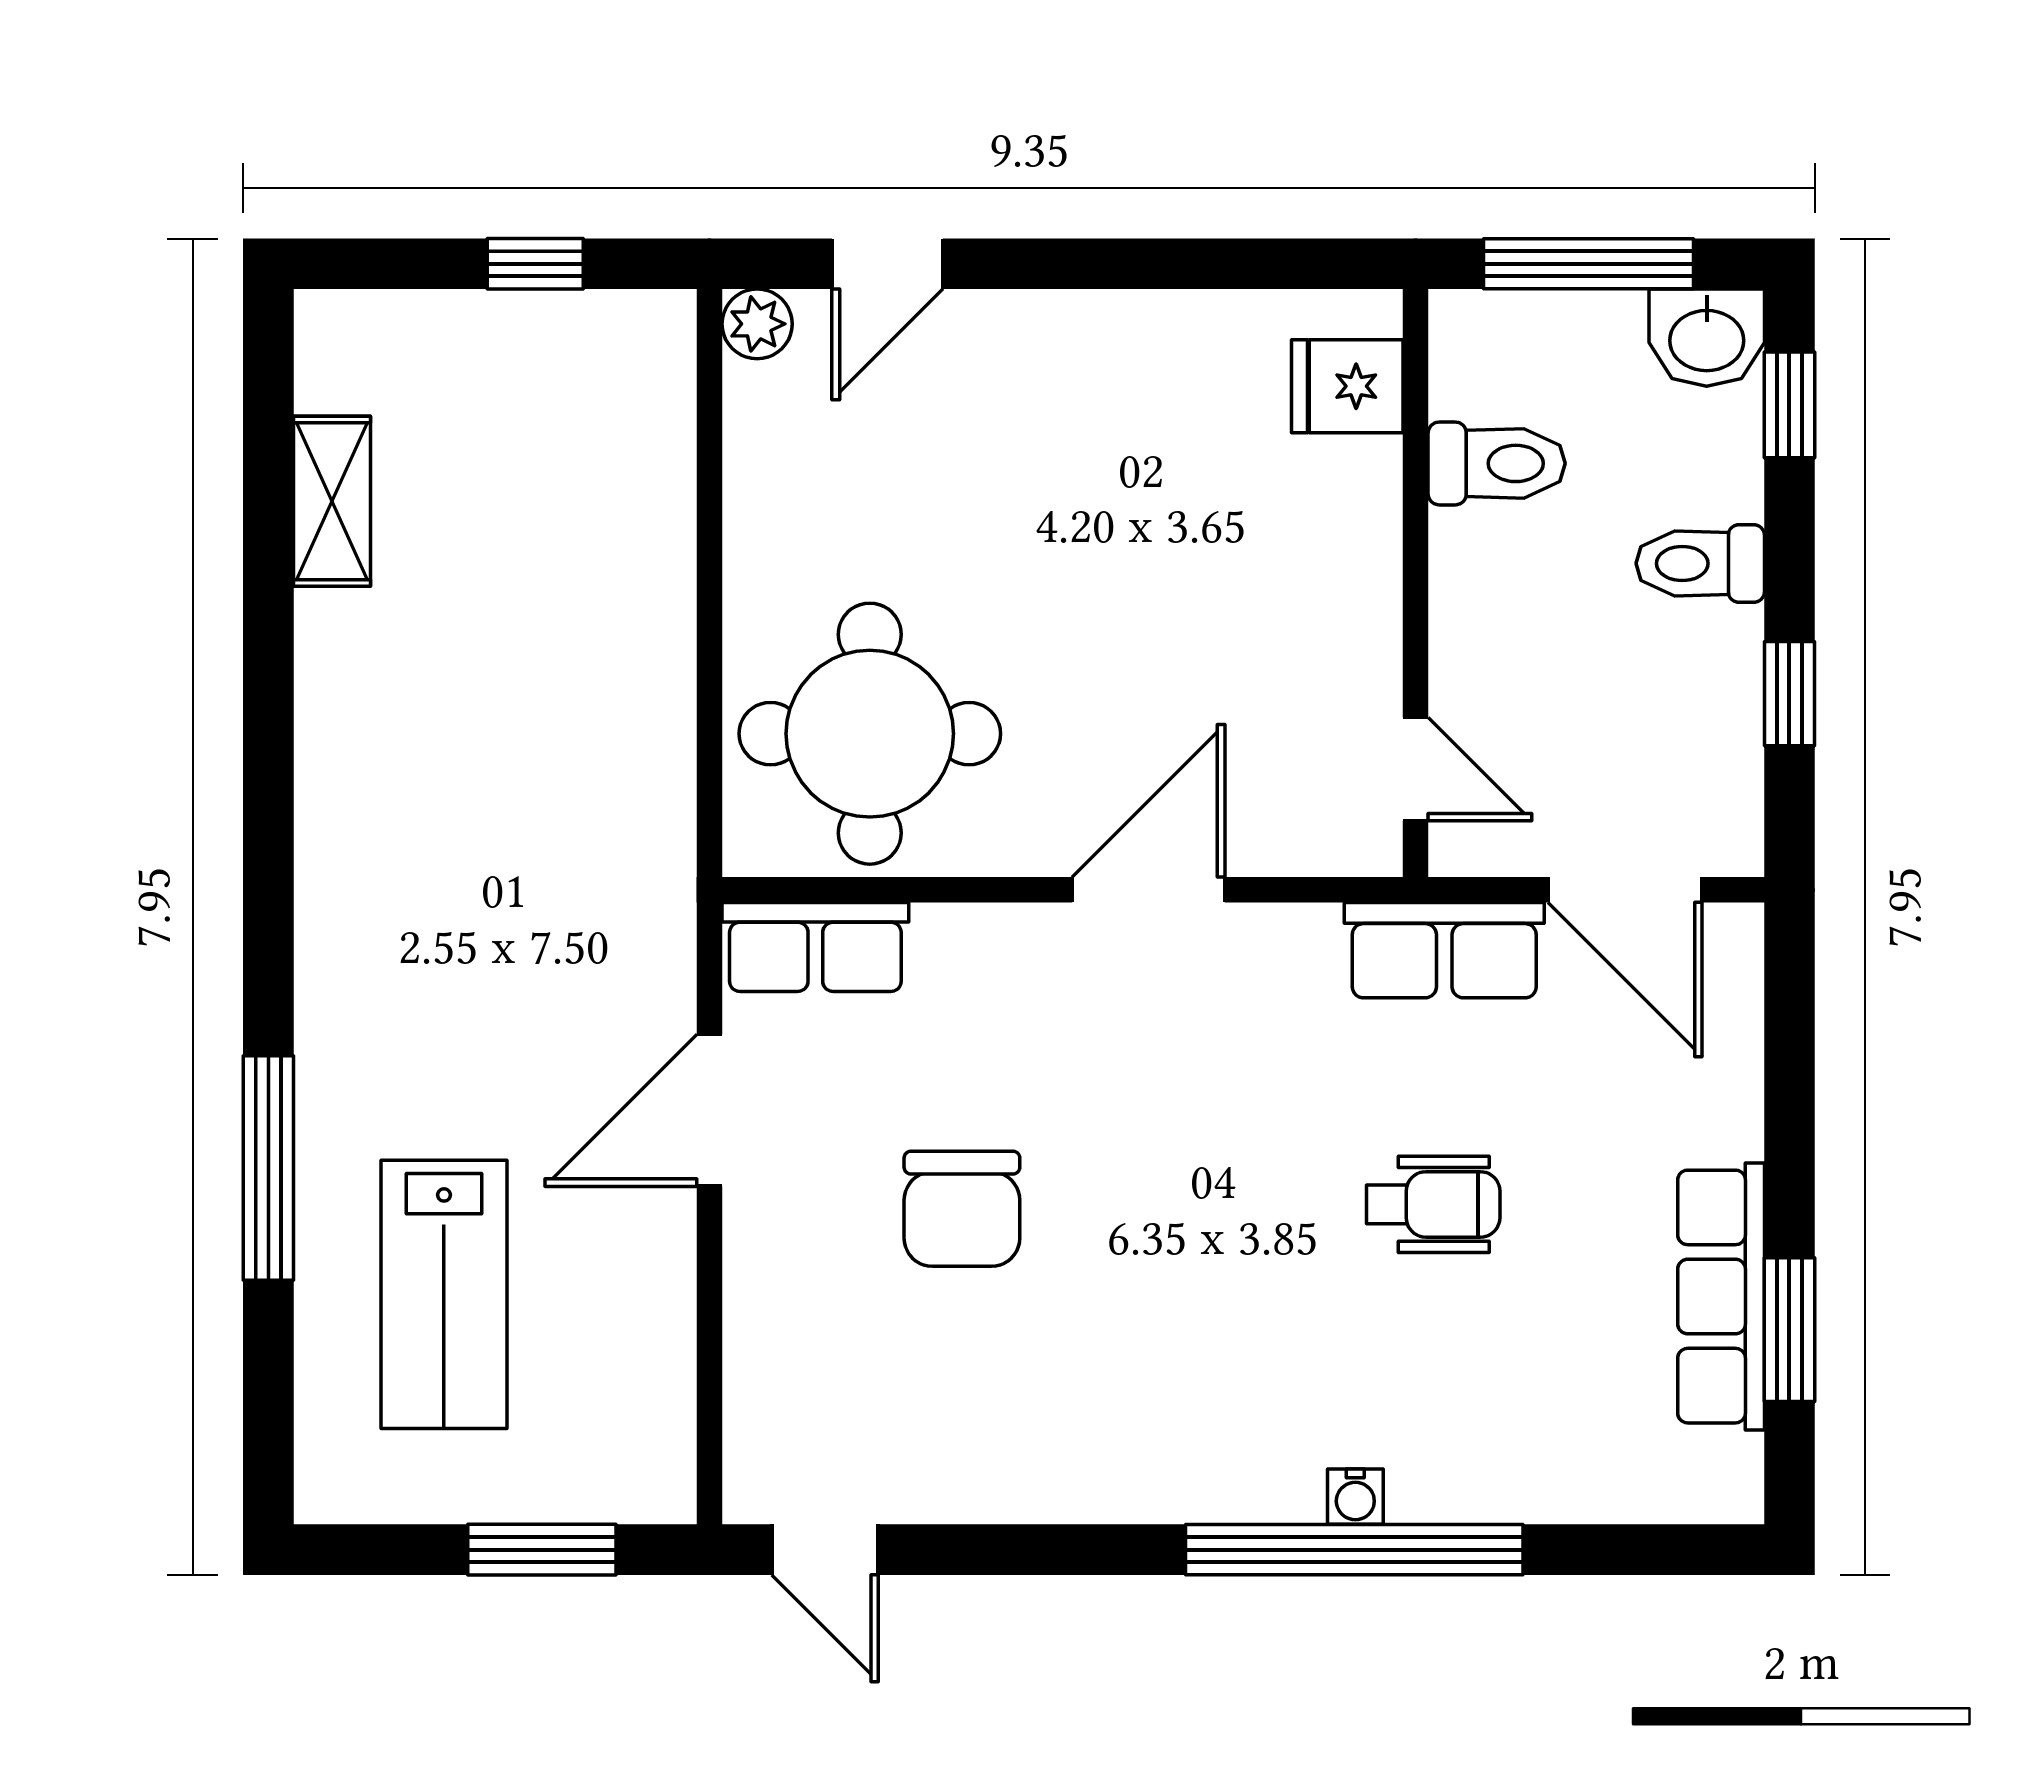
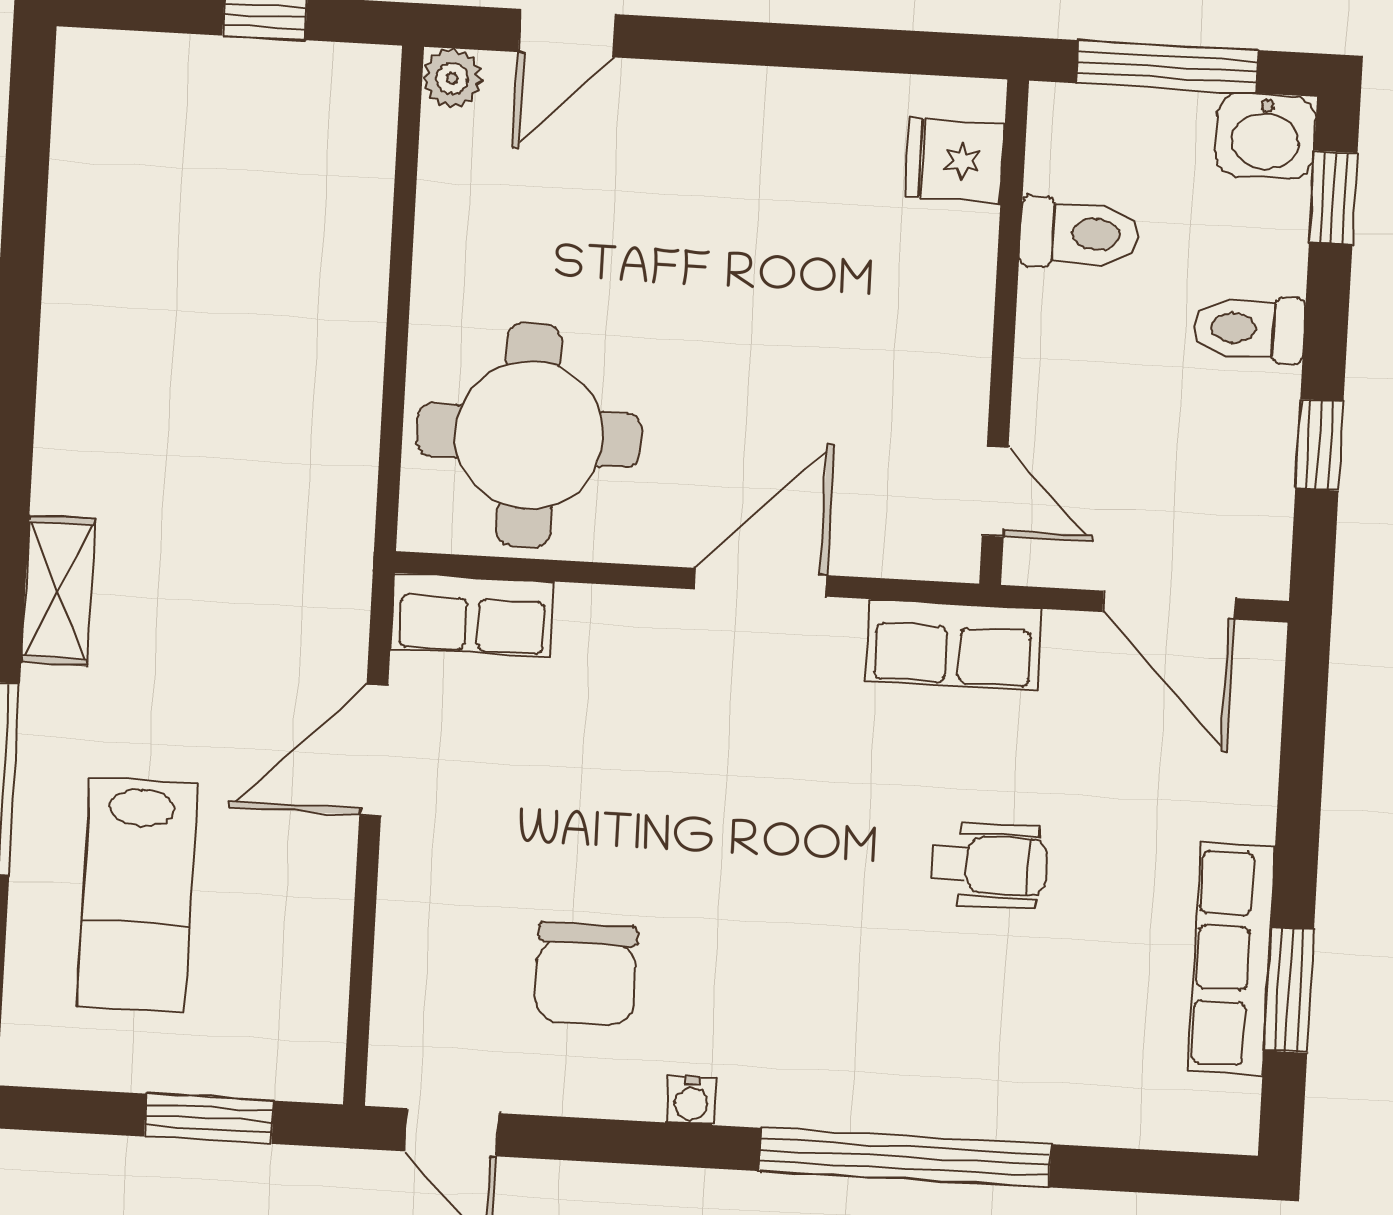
shelving: (332, 501) -> (58, 591), moved
row of seats: (1444, 950) -> (953, 645), moved
chair: (962, 1209) -> (586, 974), moved
water cooler: (1355, 1497) -> (691, 1100), moved

